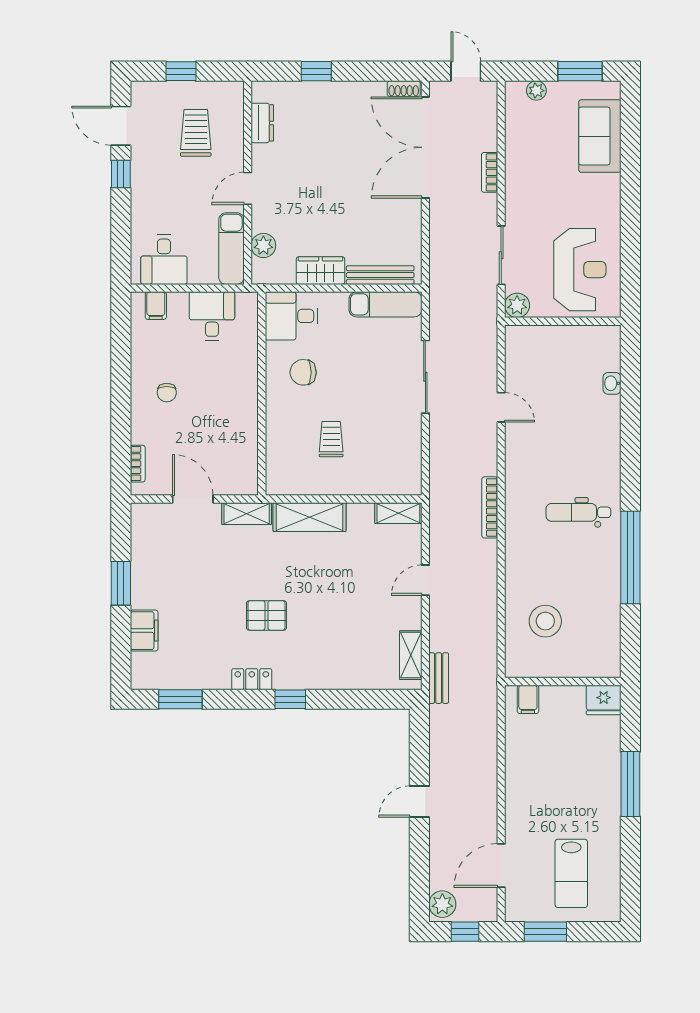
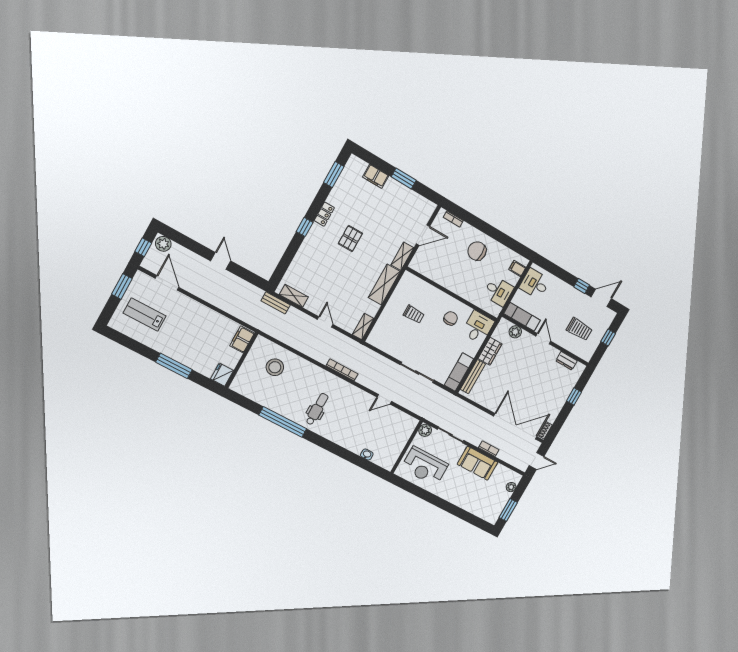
sofa: (600, 136) -> (477, 463), moved, turned 180
chair: (167, 393) -> (477, 251), width x1.87, depth x1.87
filing cabinet: (528, 699) -> (242, 339), width x2.00

